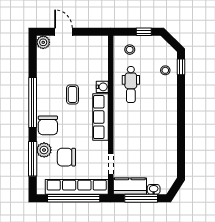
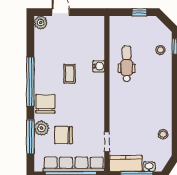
stool: (130, 50) -> (163, 134), moved
dental chair: (131, 84) -> (127, 64), turned 180
row of seats: (101, 117) -> (97, 96), removed
chair: (48, 125) -> (45, 104), turned 180

